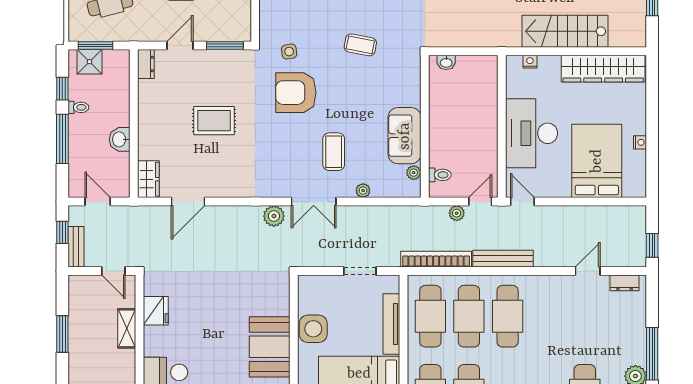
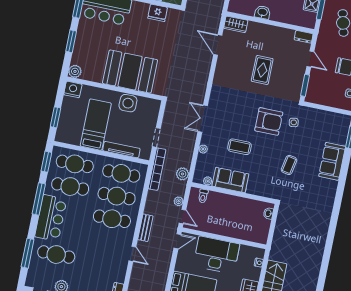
armchair: (296, 93) -> (269, 121), turned 90
coffee table: (334, 152) -> (239, 147), moved
plant: (274, 216) -> (182, 174), moved
bookcase: (436, 259) -> (157, 169), moved
bench: (503, 259) -> (145, 228), width x0.73
door: (588, 271) -> (132, 254), moved
booth: (270, 347) -> (130, 72), width x1.36, depth x1.42

